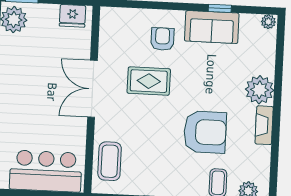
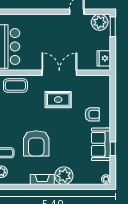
rug: (149, 81) -> (58, 100), moved, turned 90

